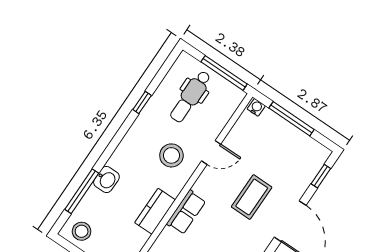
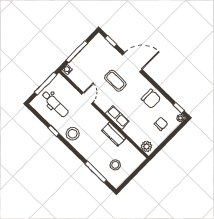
stool: (171, 155) -> (73, 134), moved
washbasin: (106, 179) -> (92, 157), removed
stool: (82, 231) -> (115, 165), moved

